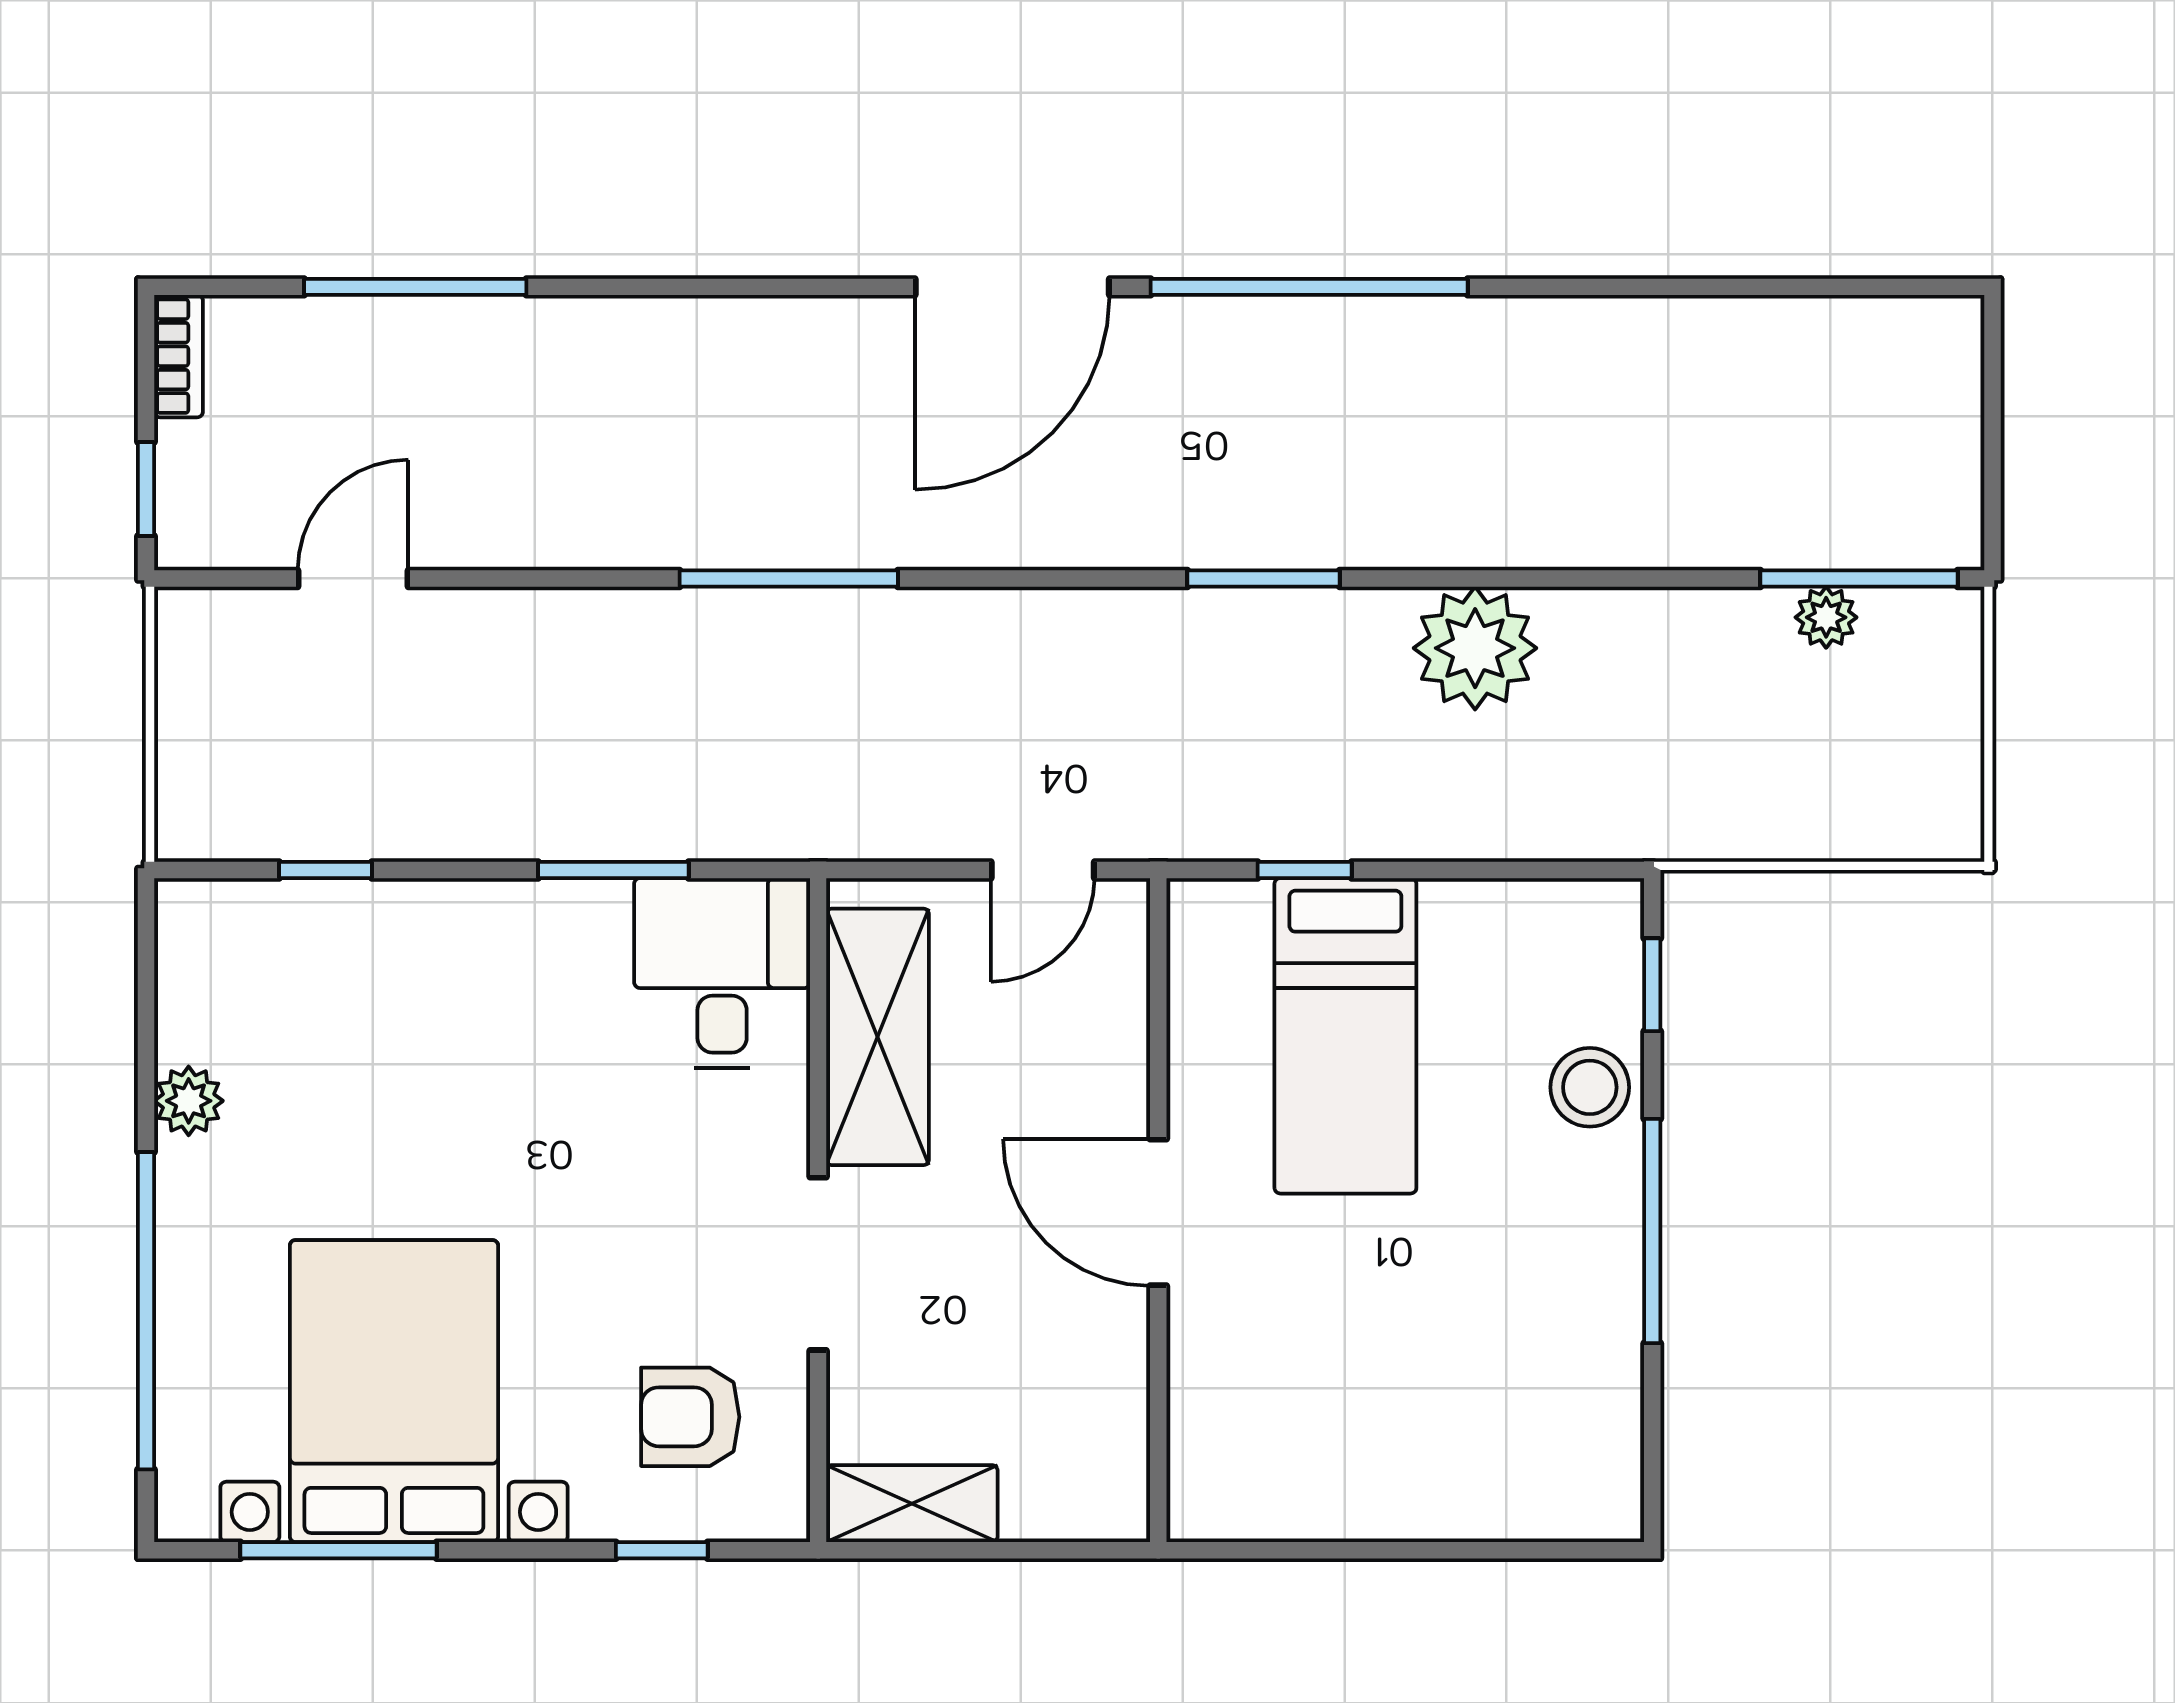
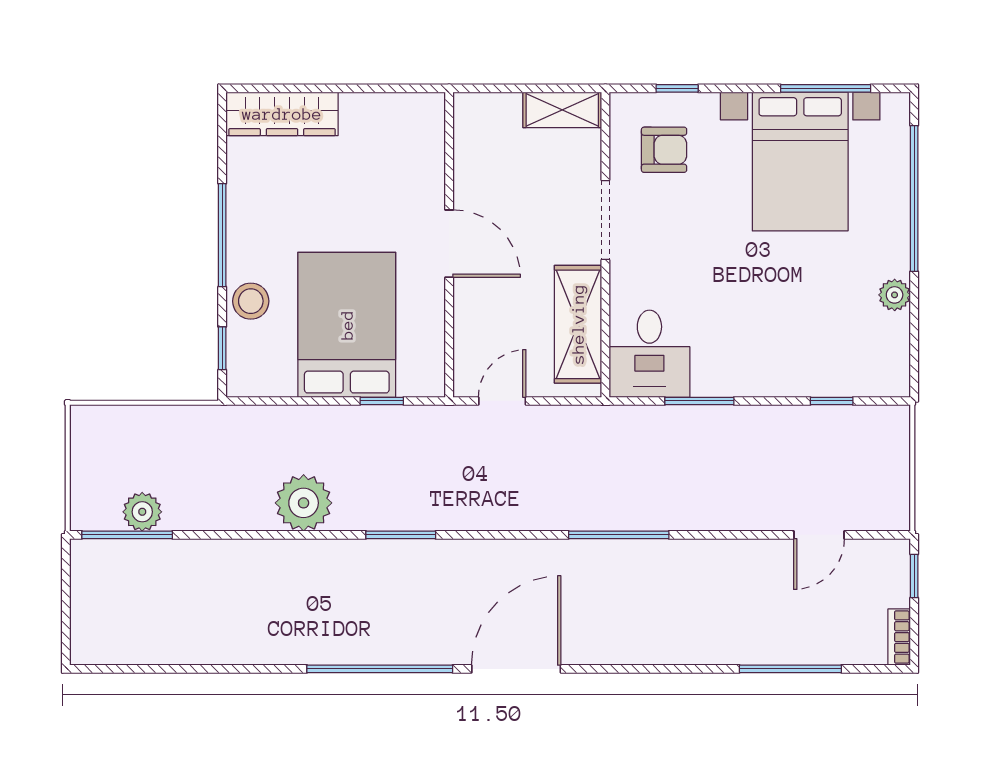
plant: (1826, 617) -> (142, 512), width x1.38, depth x1.38
bed: (1345, 1036) -> (347, 325), width x1.50
wardrobe: (1522, 1495) -> (282, 114), added

